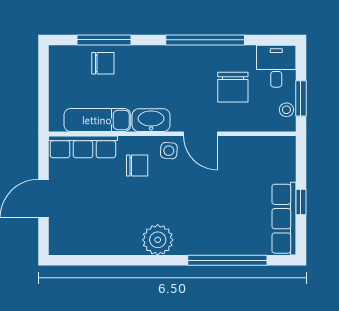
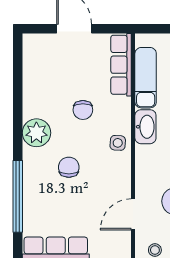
door: (200, 134) -> (133, 214), moved
chair: (137, 166) -> (83, 110), moved
chair: (196, 204) -> (69, 167), added

